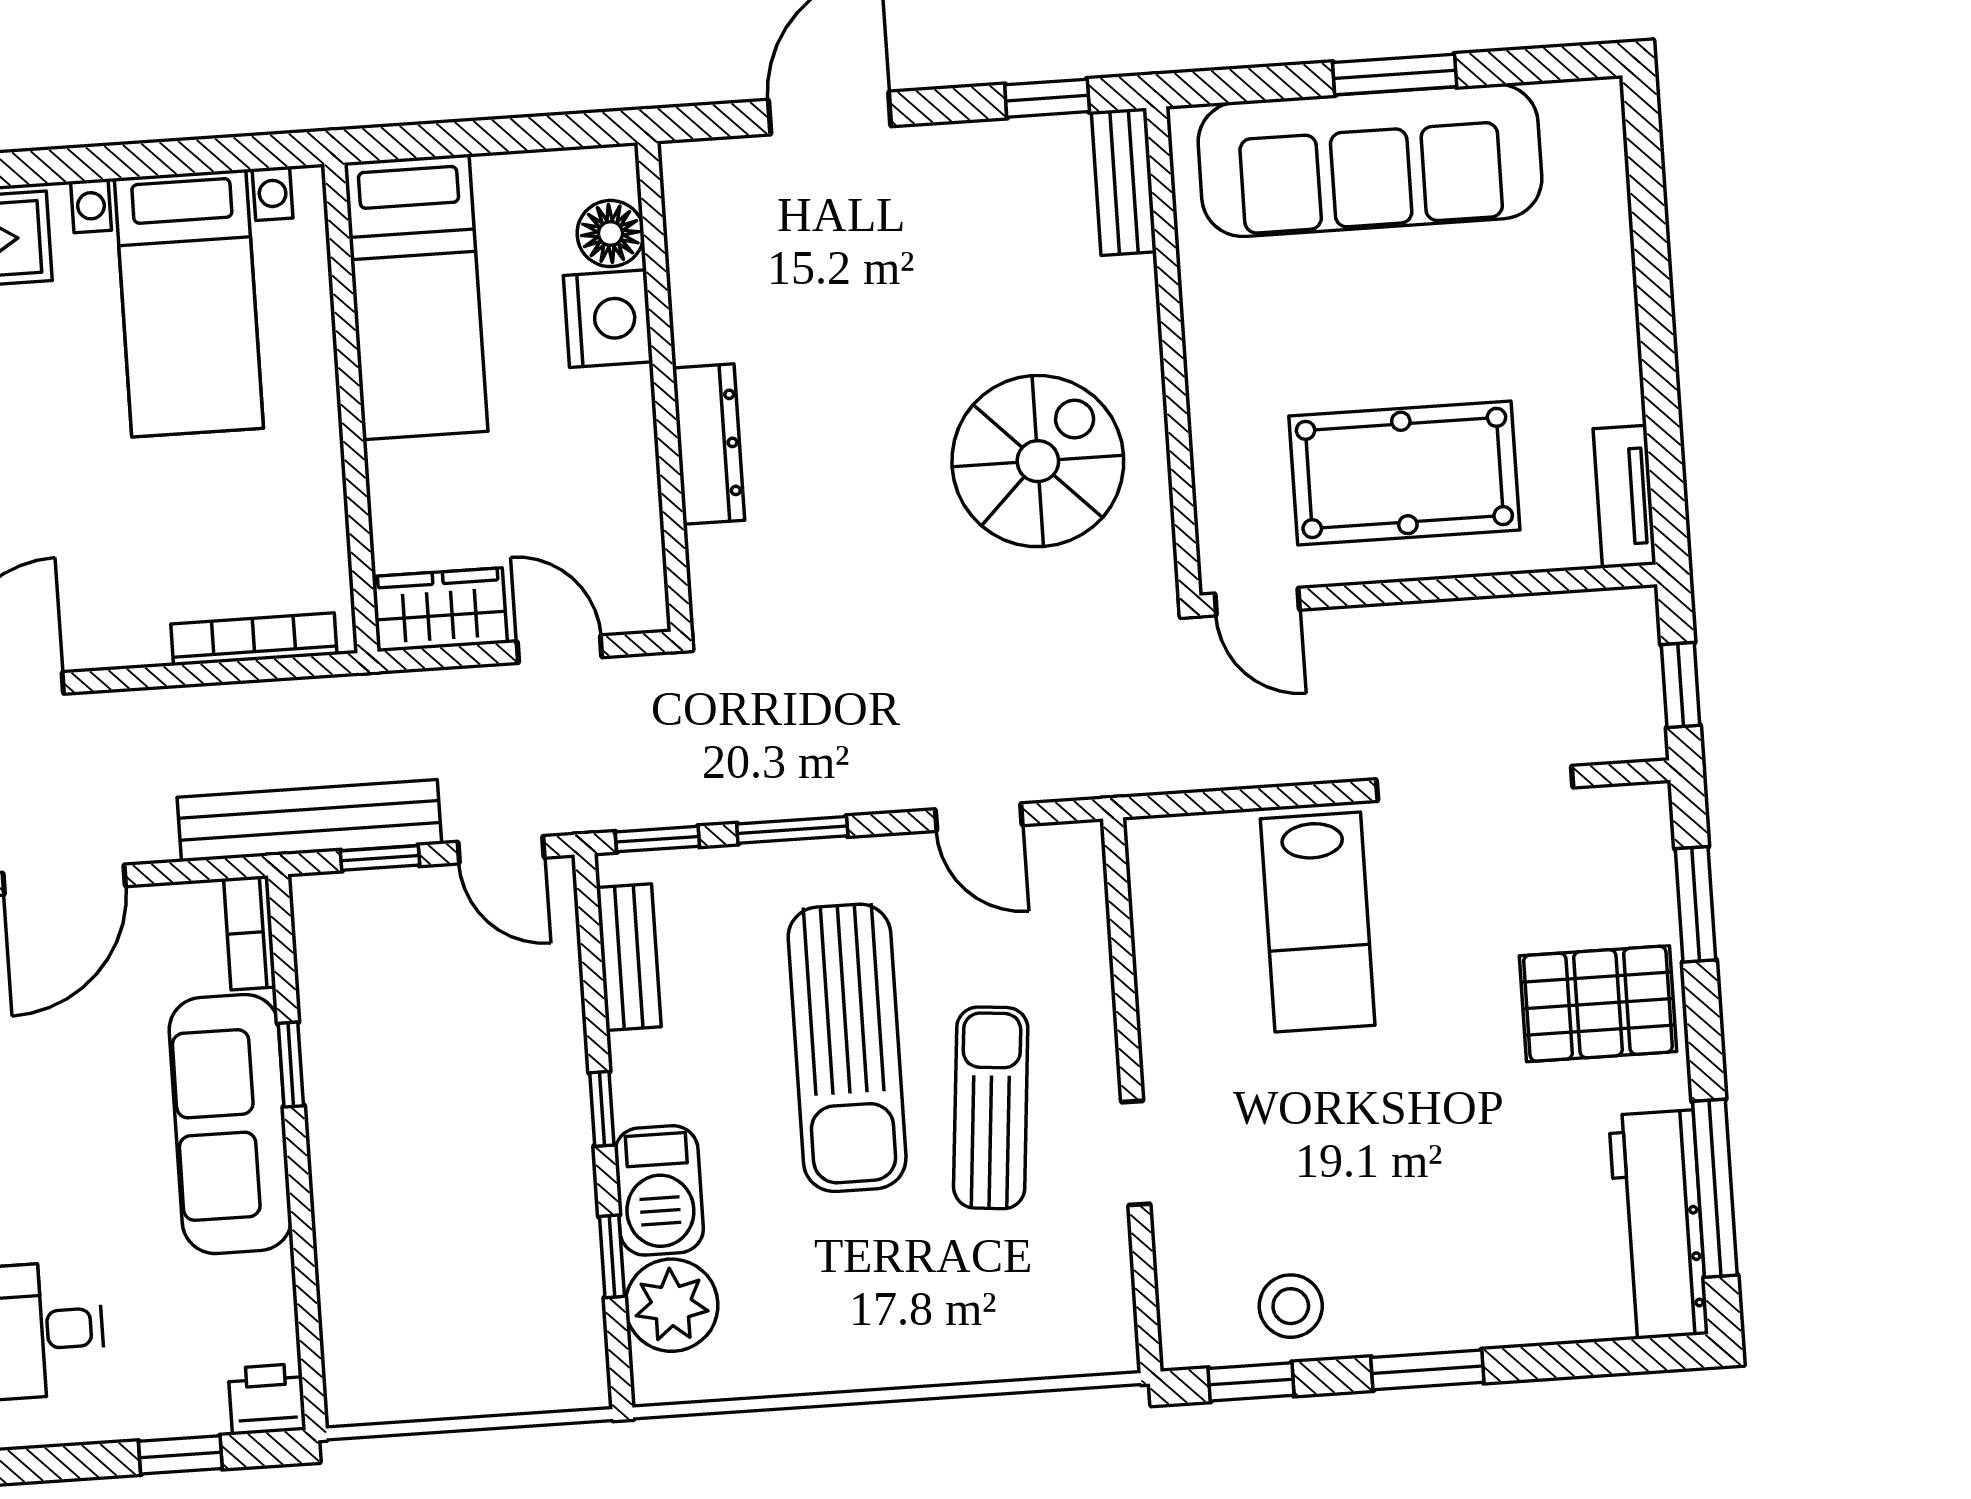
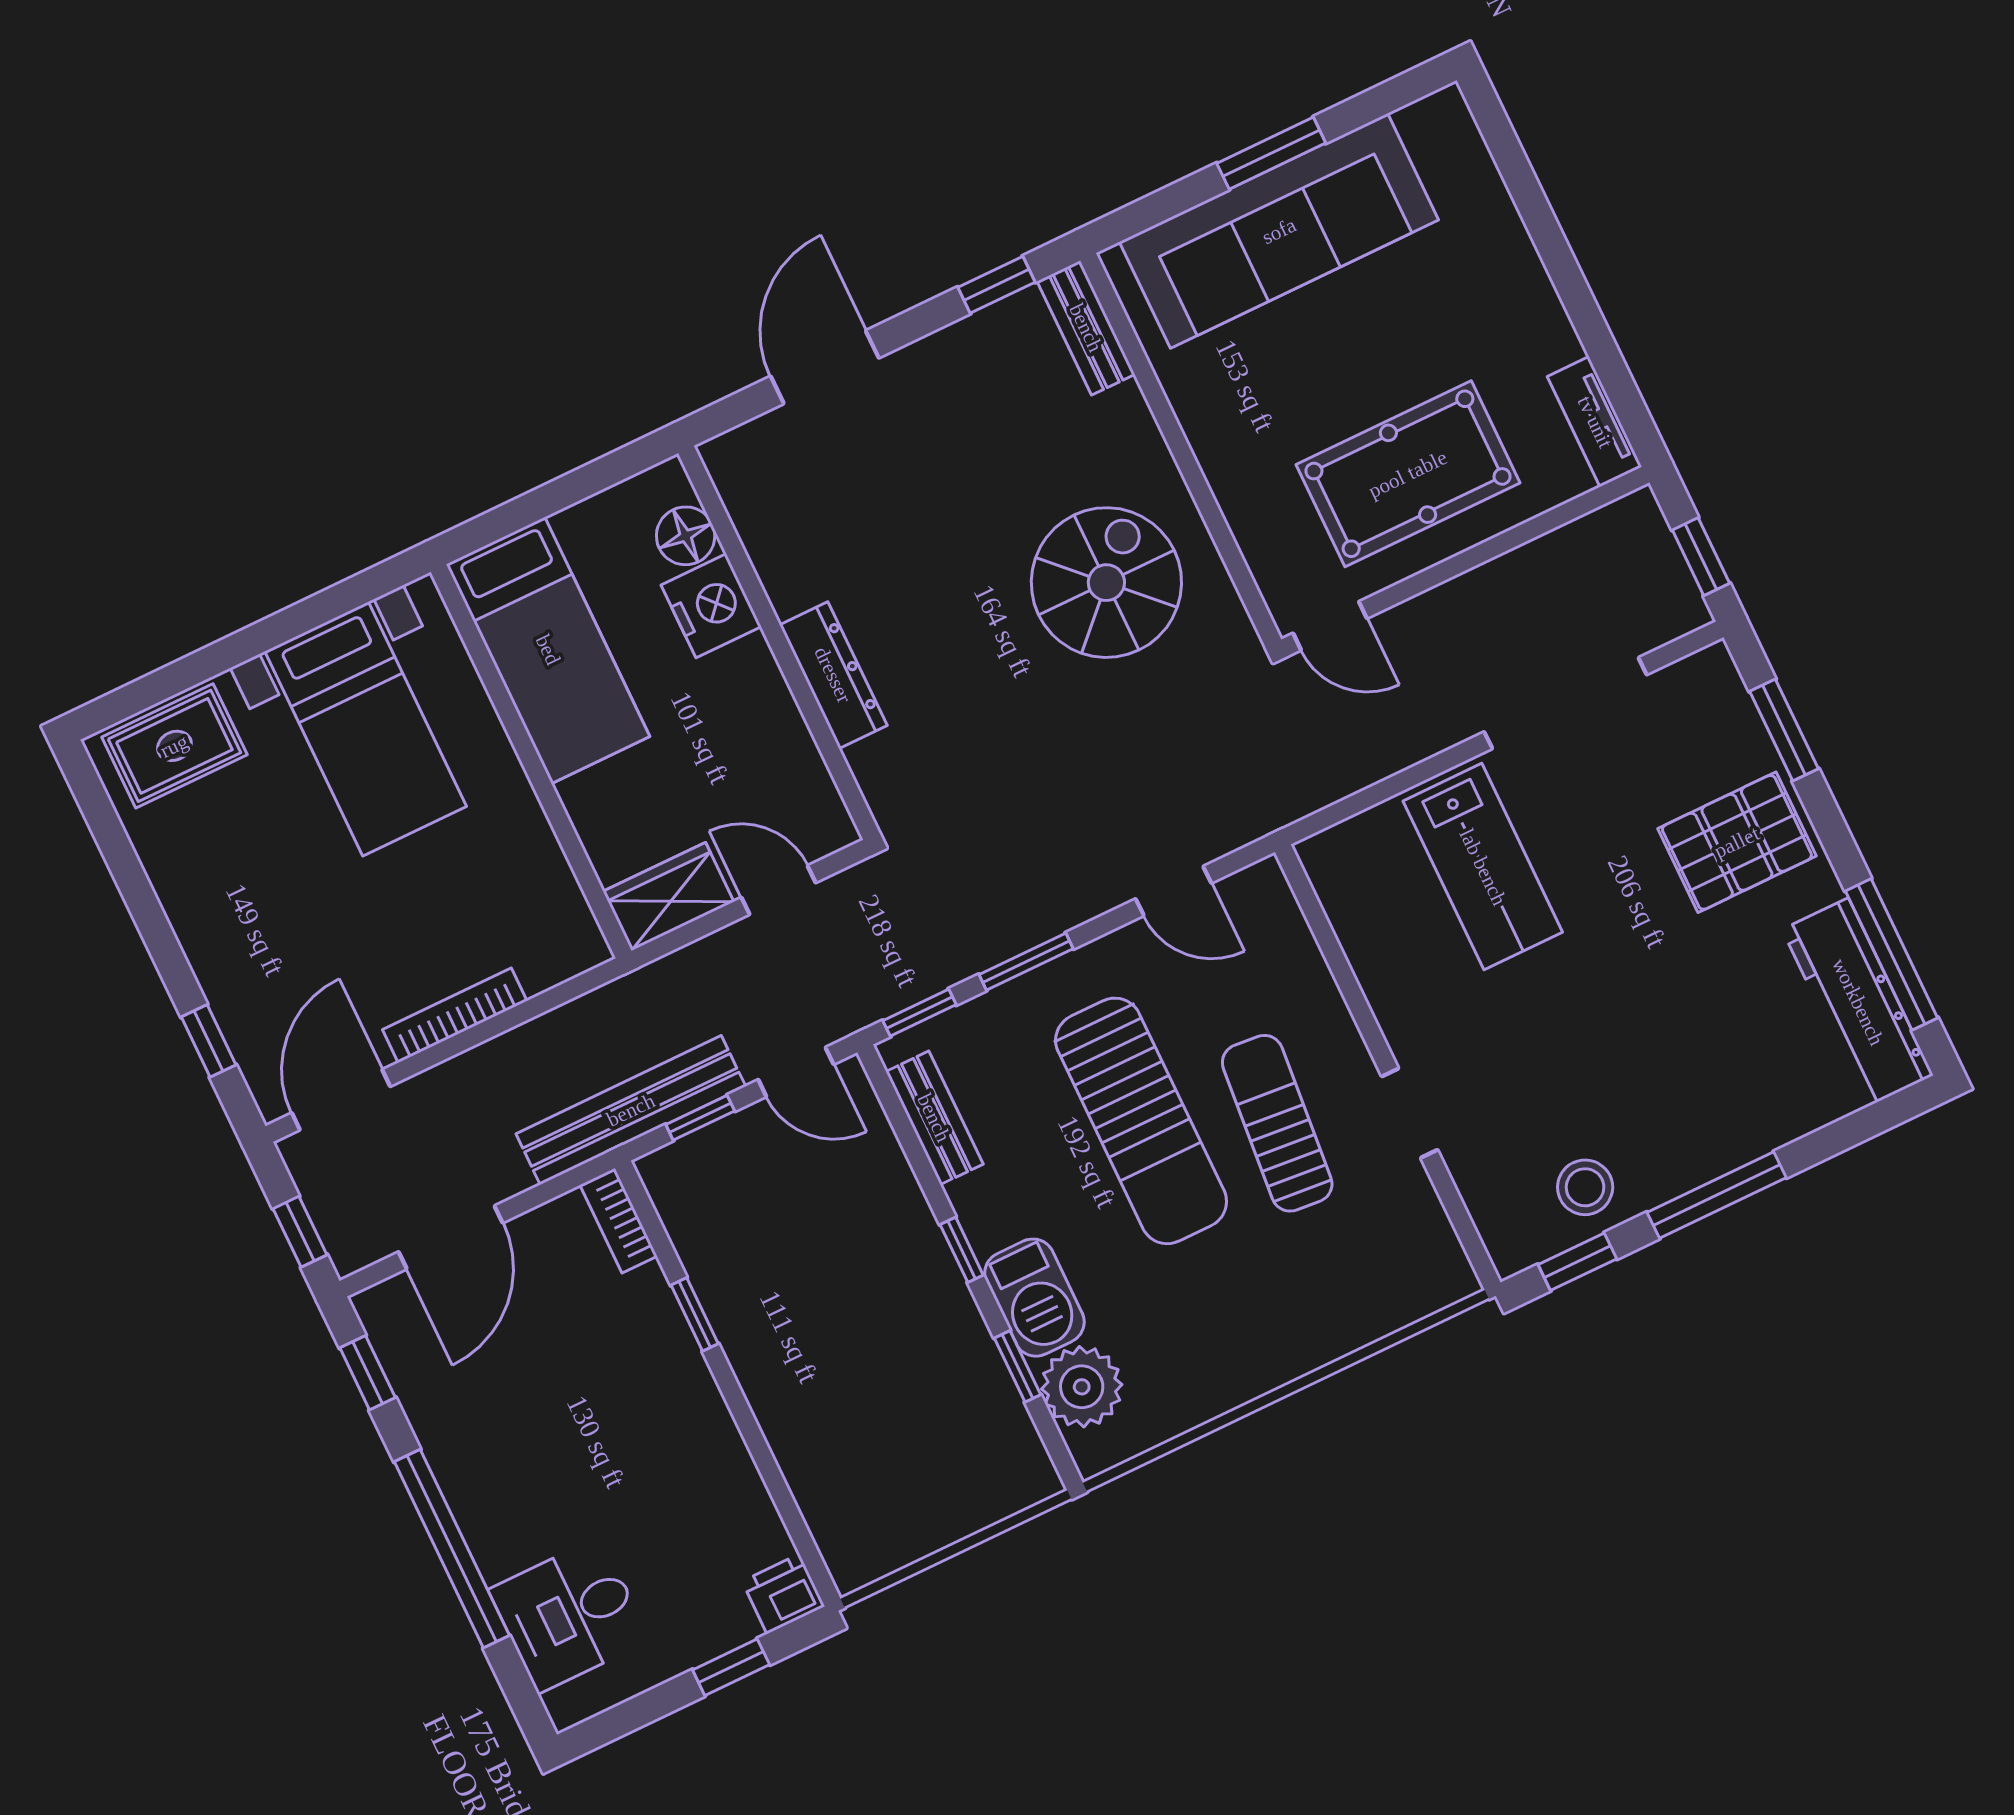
bookcase: (254, 639) -> (455, 1015), moved
sofa: (230, 1124) -> (665, 1382), removed
window: (1427, 1370) -> (1717, 1195), width x1.44

